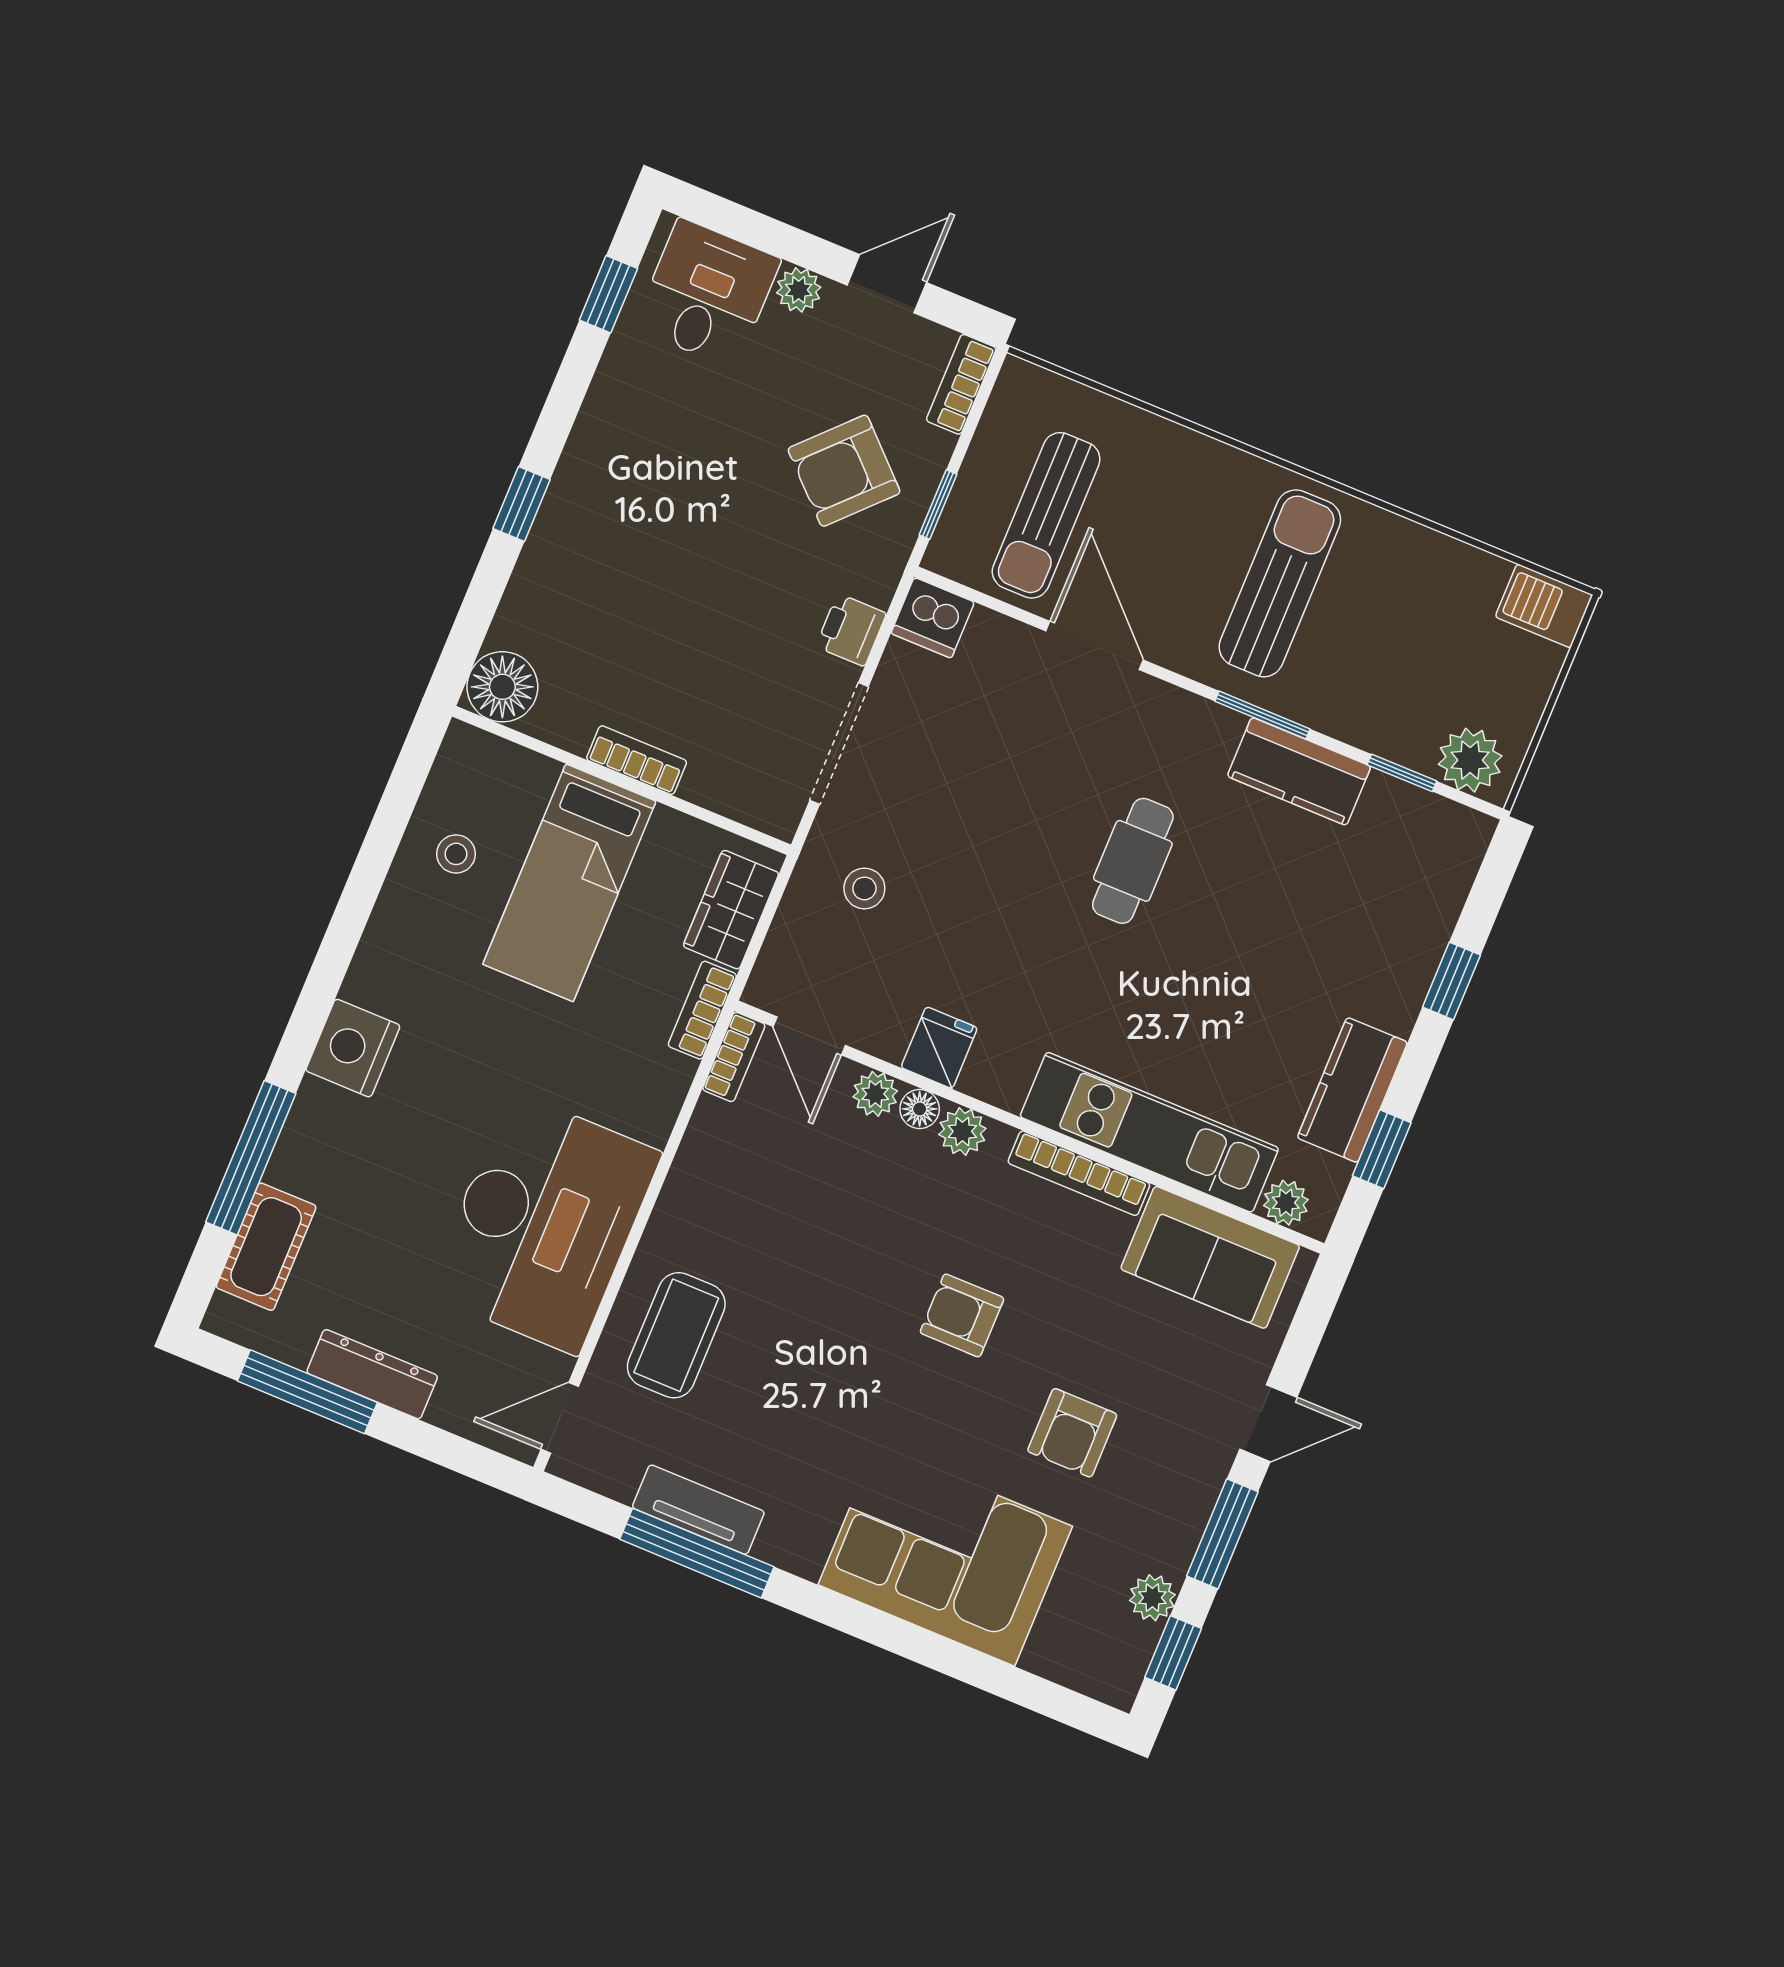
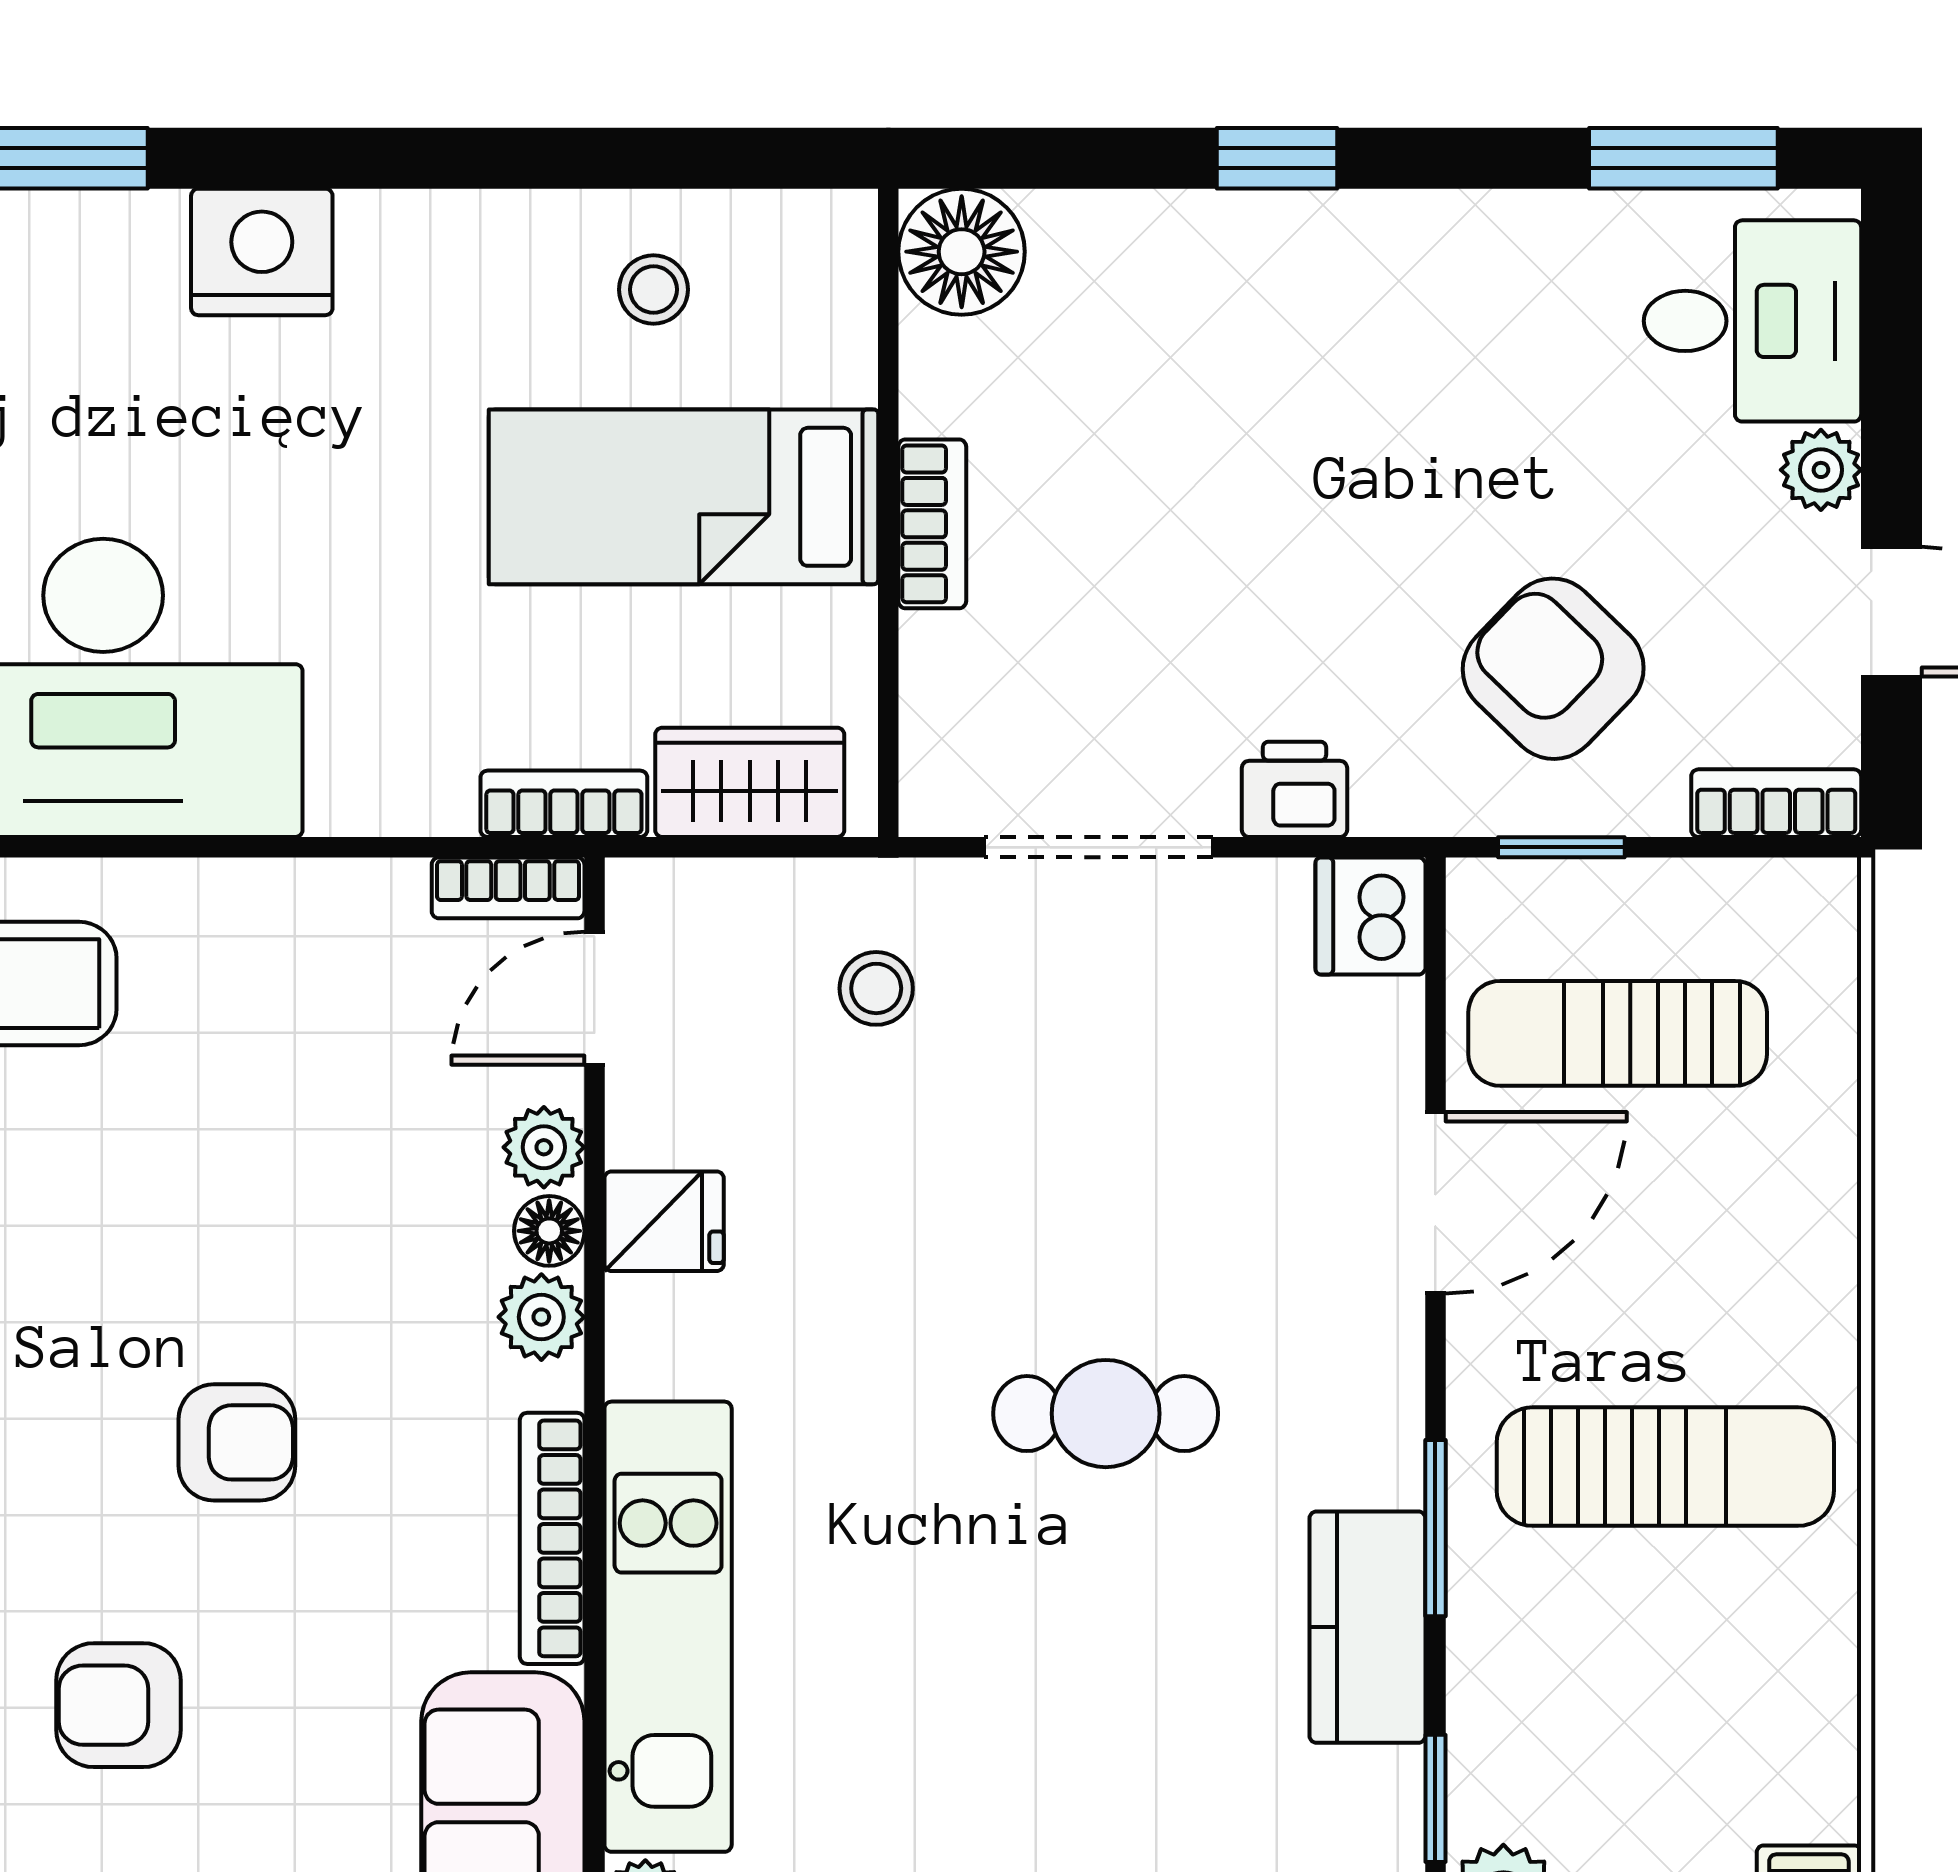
window: (608, 294) -> (1683, 158), width x1.50
armchair: (962, 1315) -> (237, 1442), turned 90

